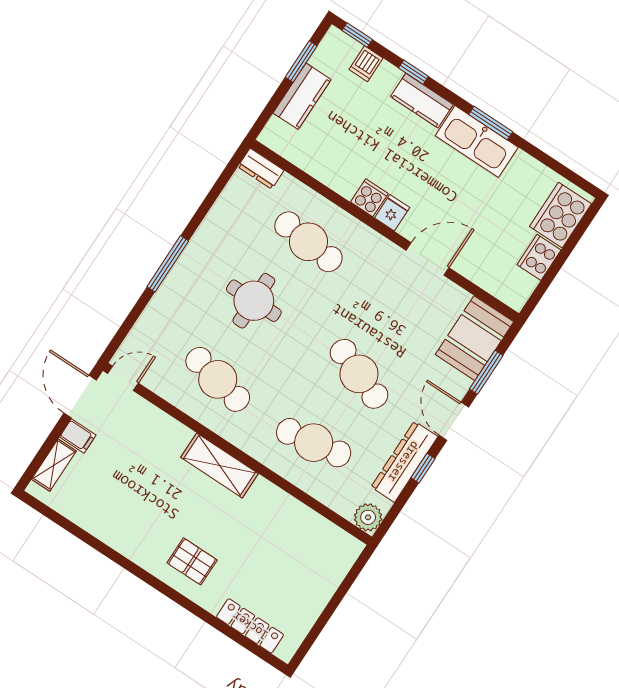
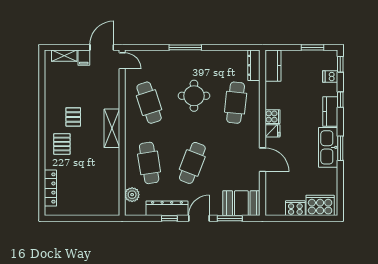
kitchen counter: (302, 96) -> (273, 66), moved, turned -90
dresser: (261, 169) -> (254, 65), width x1.44
cafe table: (218, 379) -> (149, 103), turned -30
pallet: (161, 515) -> (73, 117), added
plant: (368, 517) -> (132, 195), moved

